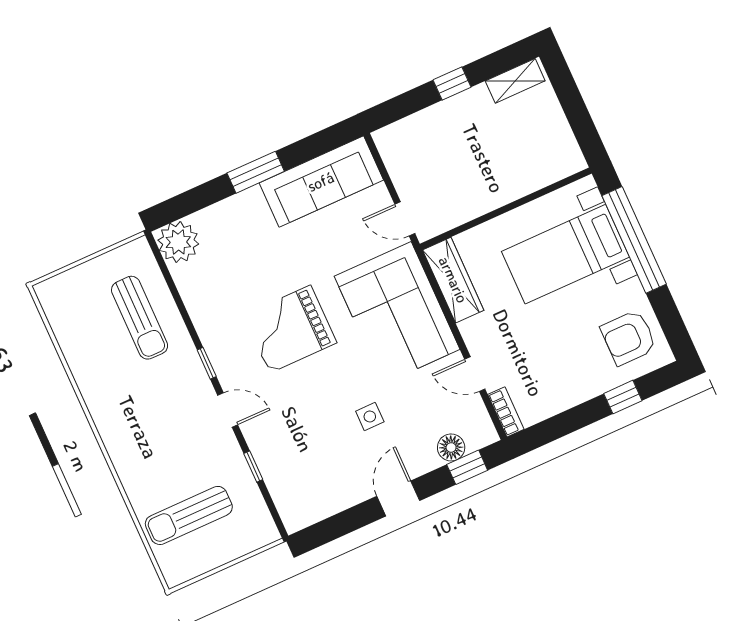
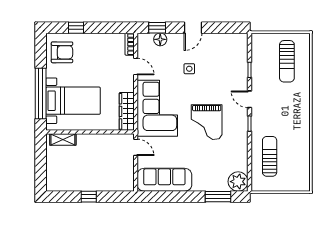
shelving: (515, 81) -> (63, 139), moved
window: (256, 172) -> (218, 197), moved
grand piano: (290, 329) -> (207, 122), turned 90
sun lounger: (189, 515) -> (287, 61), turned 90

